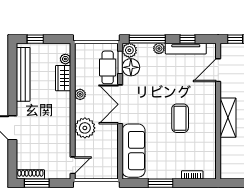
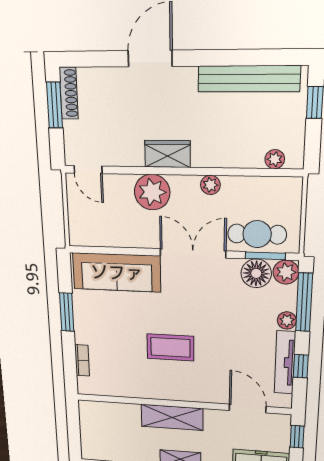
wardrobe: (63, 78) -> (167, 154), moved

